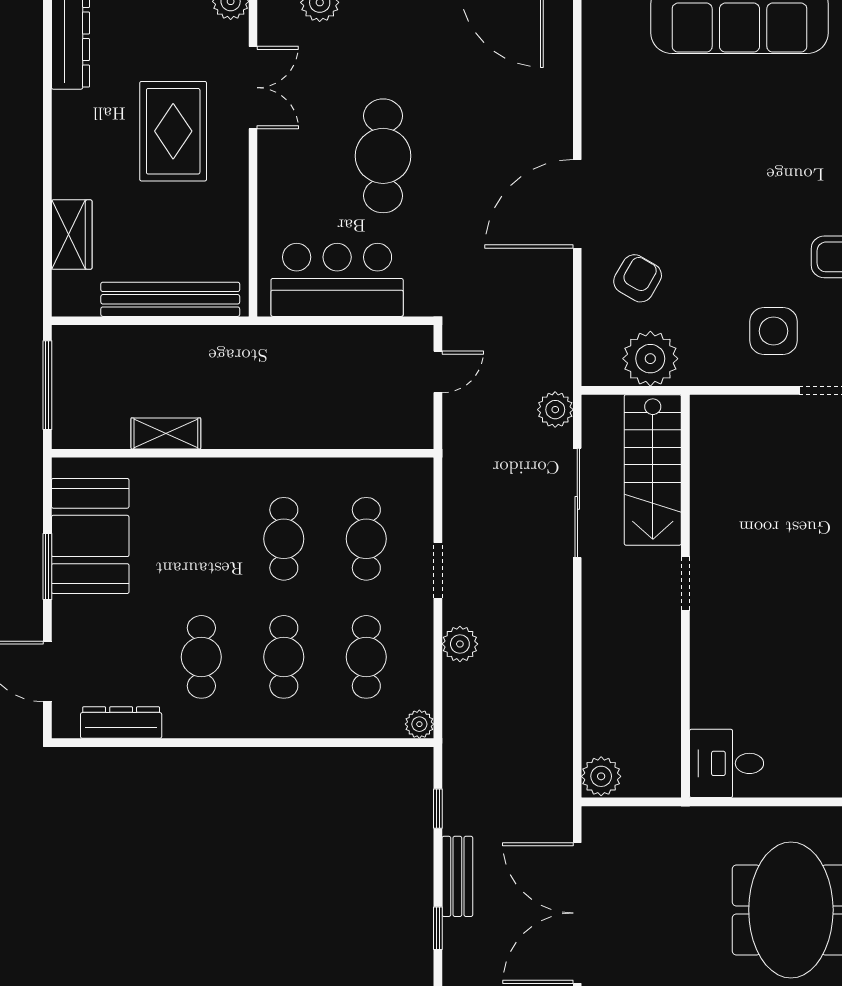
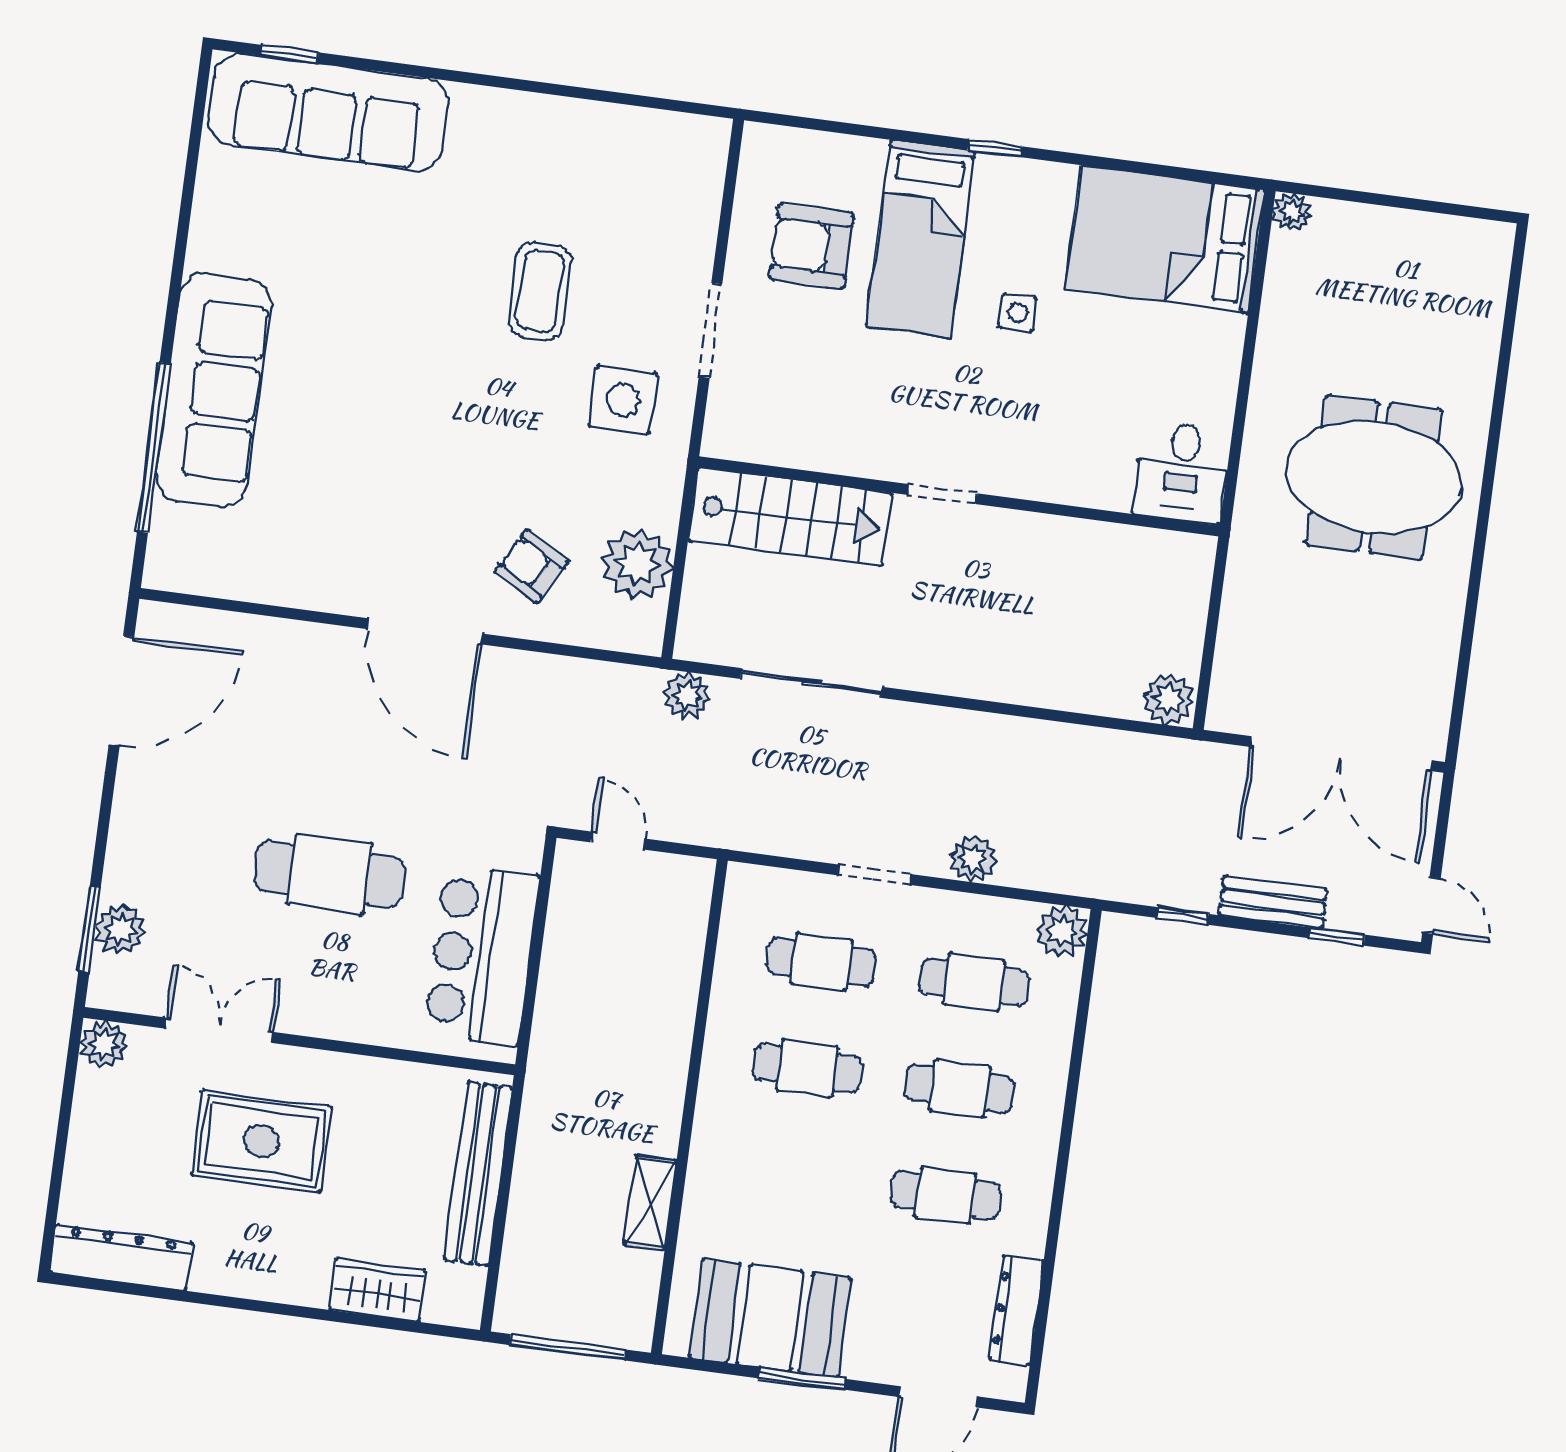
stairs: (653, 470) -> (790, 517), moved
doorway: (685, 584) -> (942, 494), moved
wall: (685, 596) -> (959, 496), moved
plant: (419, 724) -> (1062, 931), width x1.38, depth x1.38
desk: (727, 763) -> (1182, 472), moved

